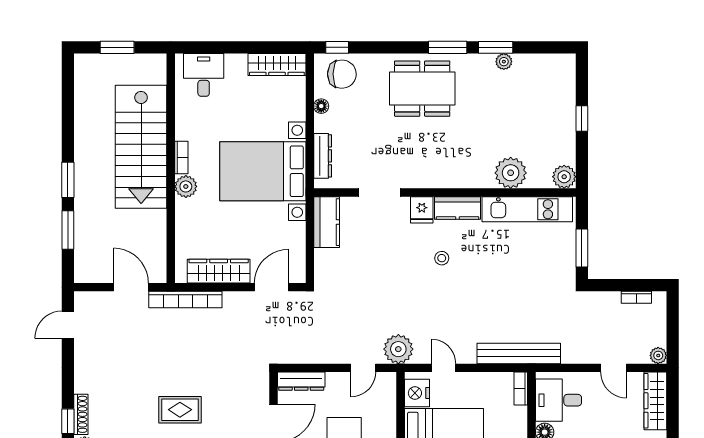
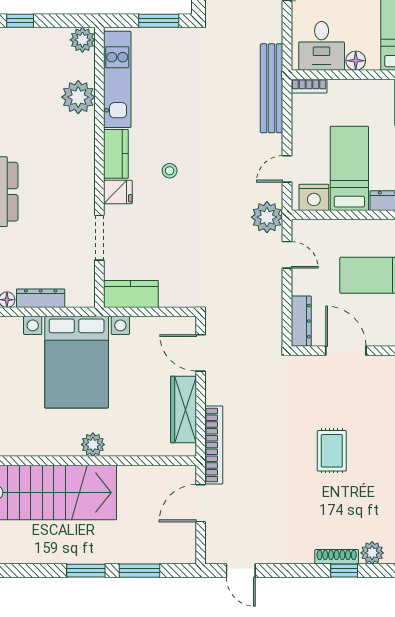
dresser: (323, 156) -> (41, 298), moved
bookcase: (181, 157) -> (62, 449), removed

